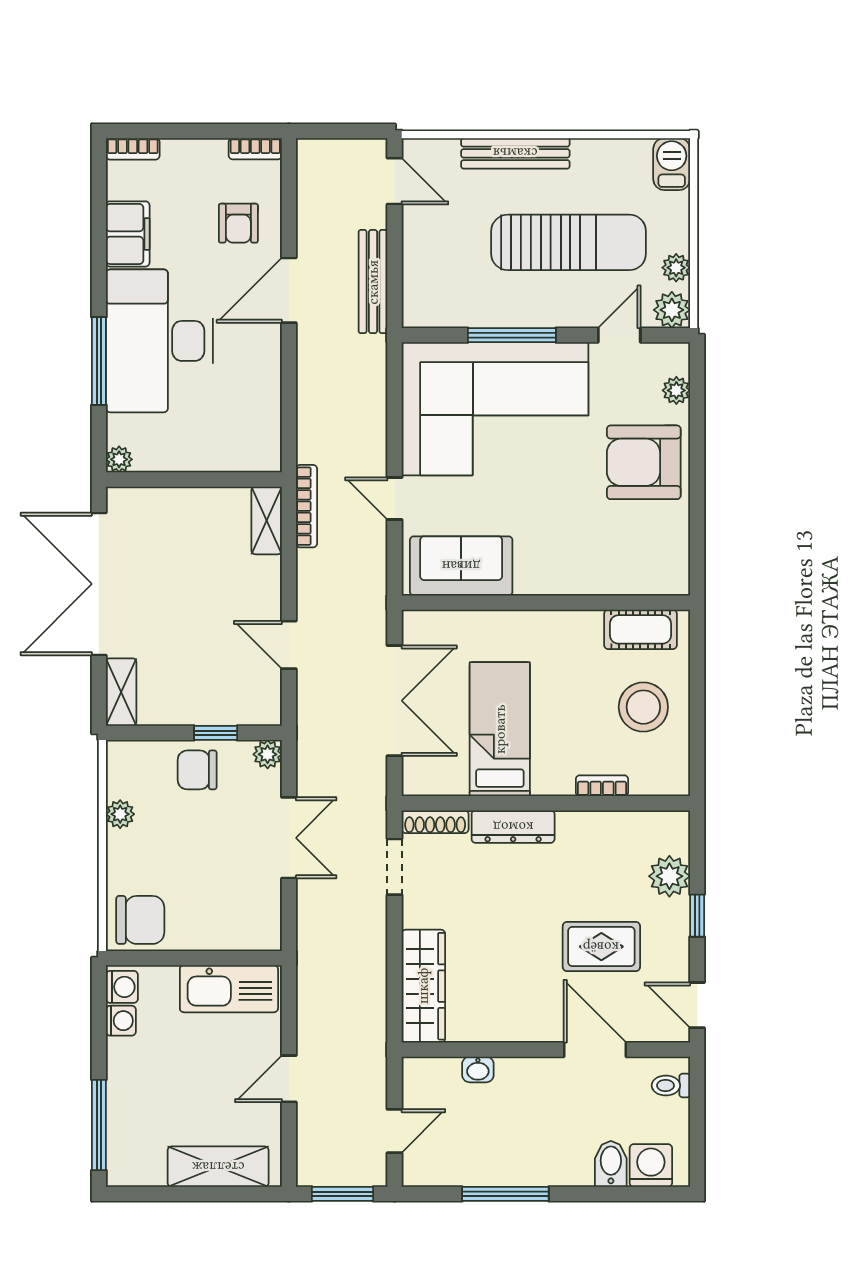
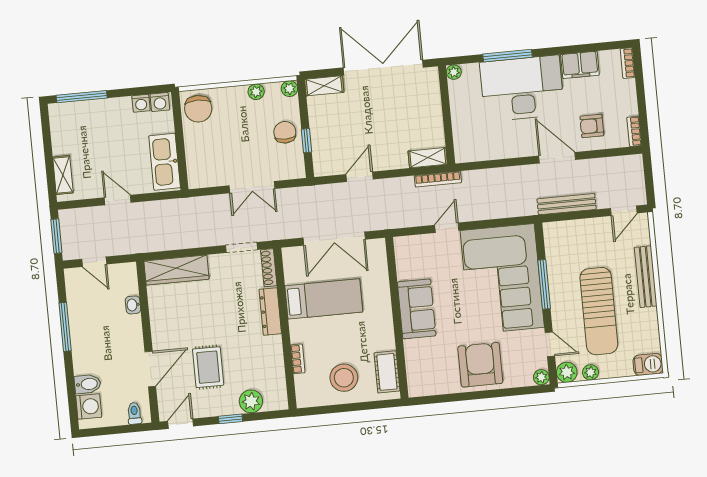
plant: (676, 390) -> (541, 377), moved
sofa: (461, 566) -> (417, 309), moved
plant: (268, 754) -> (289, 89), moved
shelving: (218, 1167) -> (63, 175), width x0.67, depth x0.75

